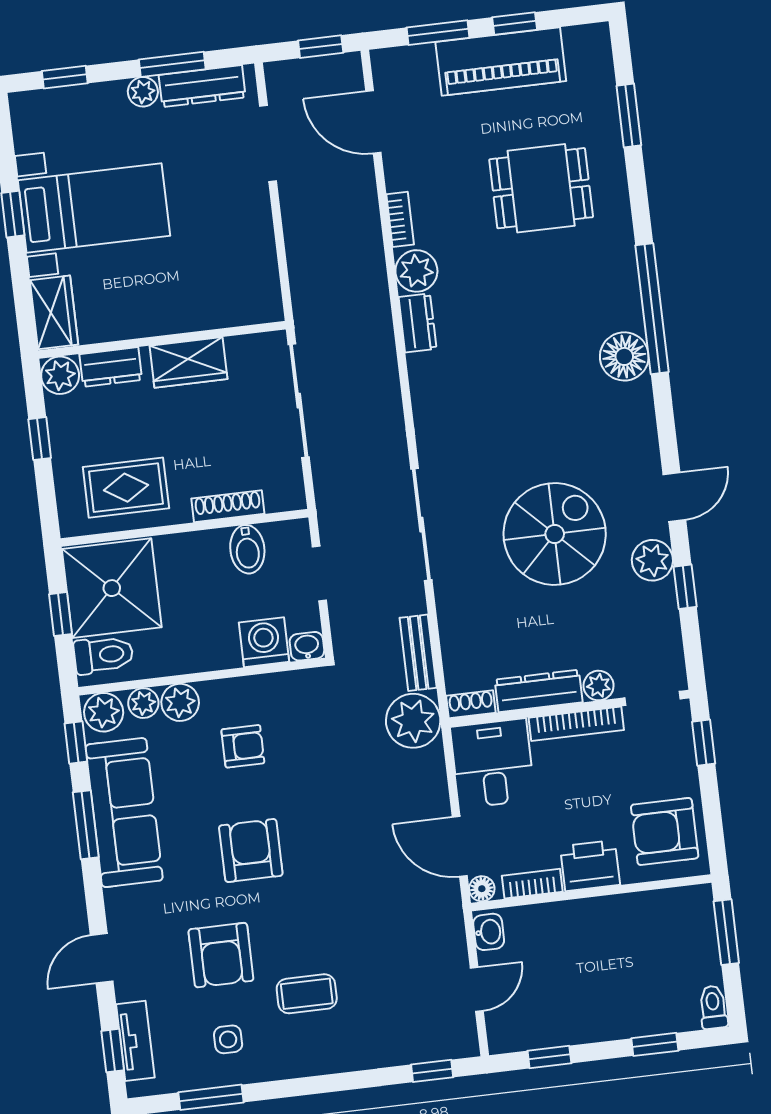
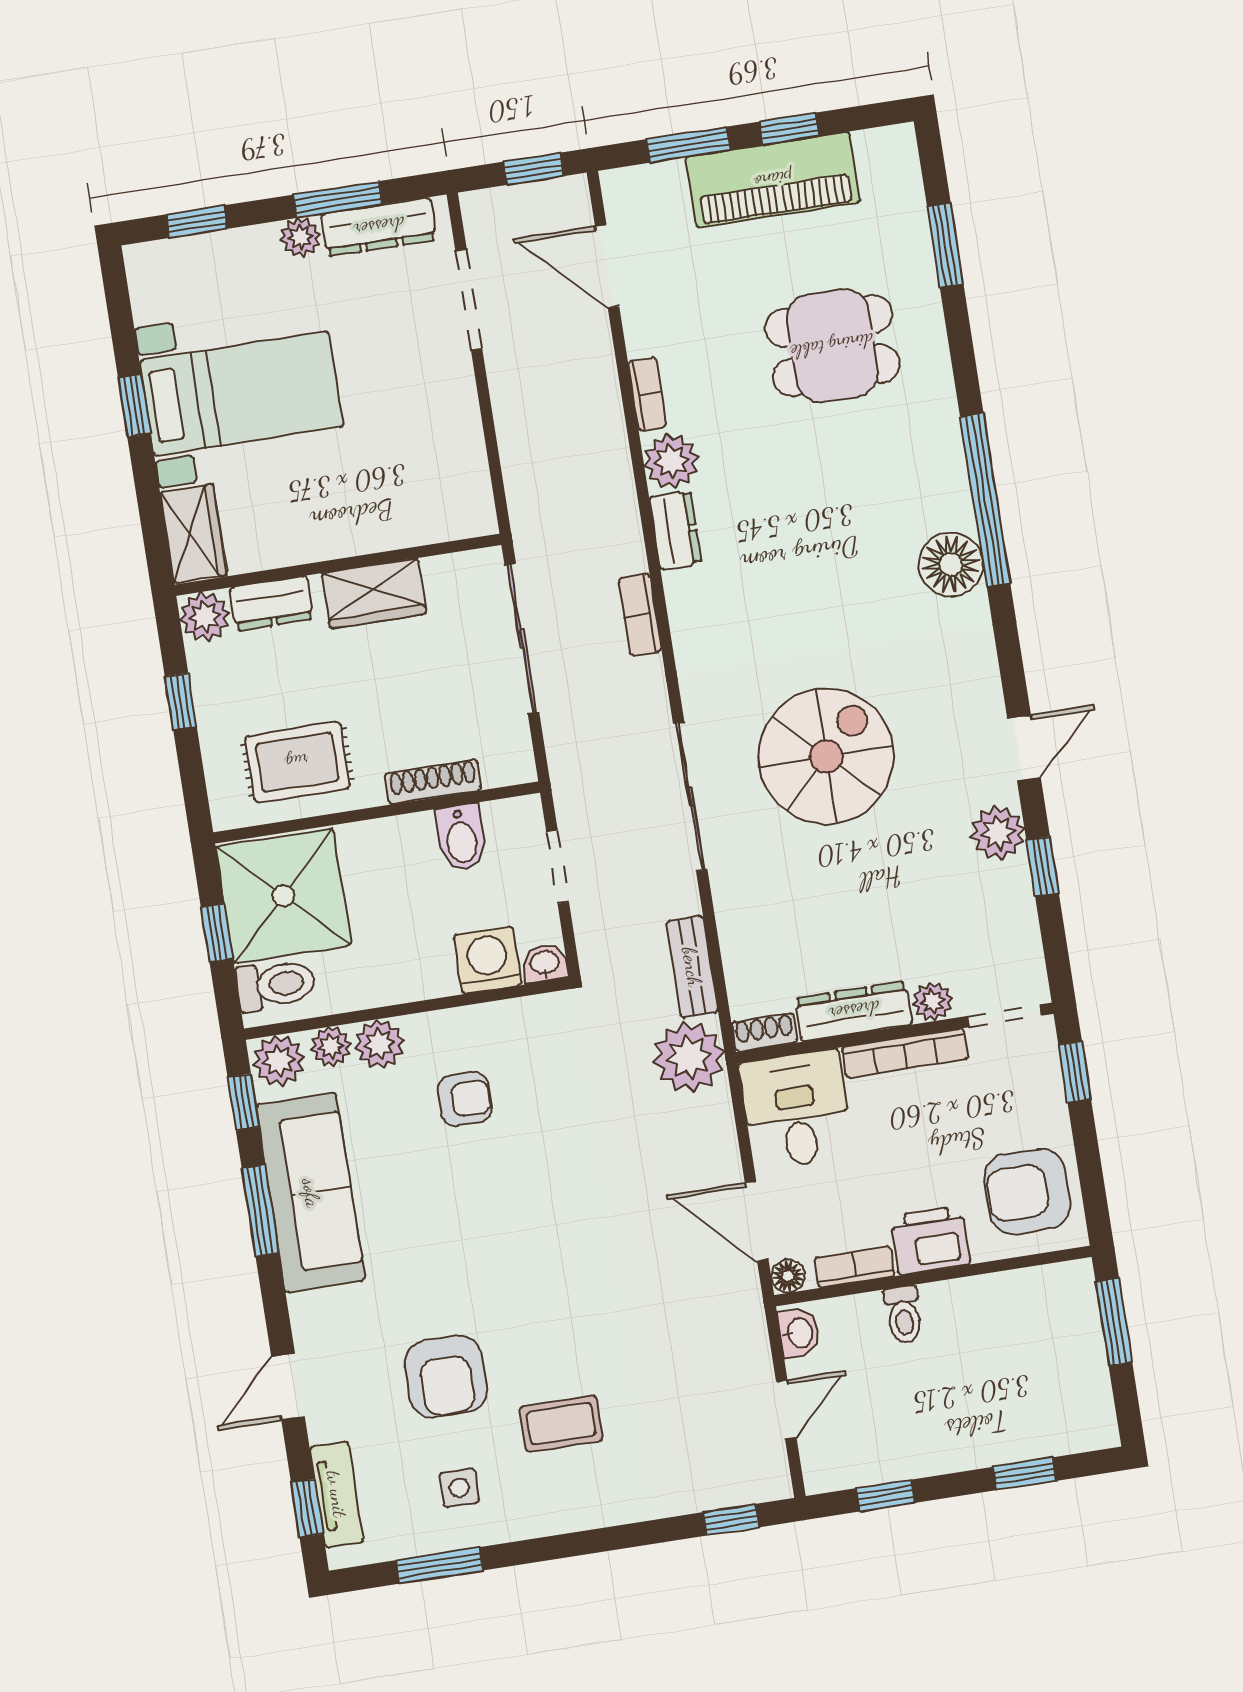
bookcase: (389, 386) -> (640, 615), added
spiral stairs: (555, 534) -> (826, 756), moved
armchair: (251, 851) -> (480, 1237), removed
toilet: (713, 1007) -> (903, 1315), moved, turned 180

